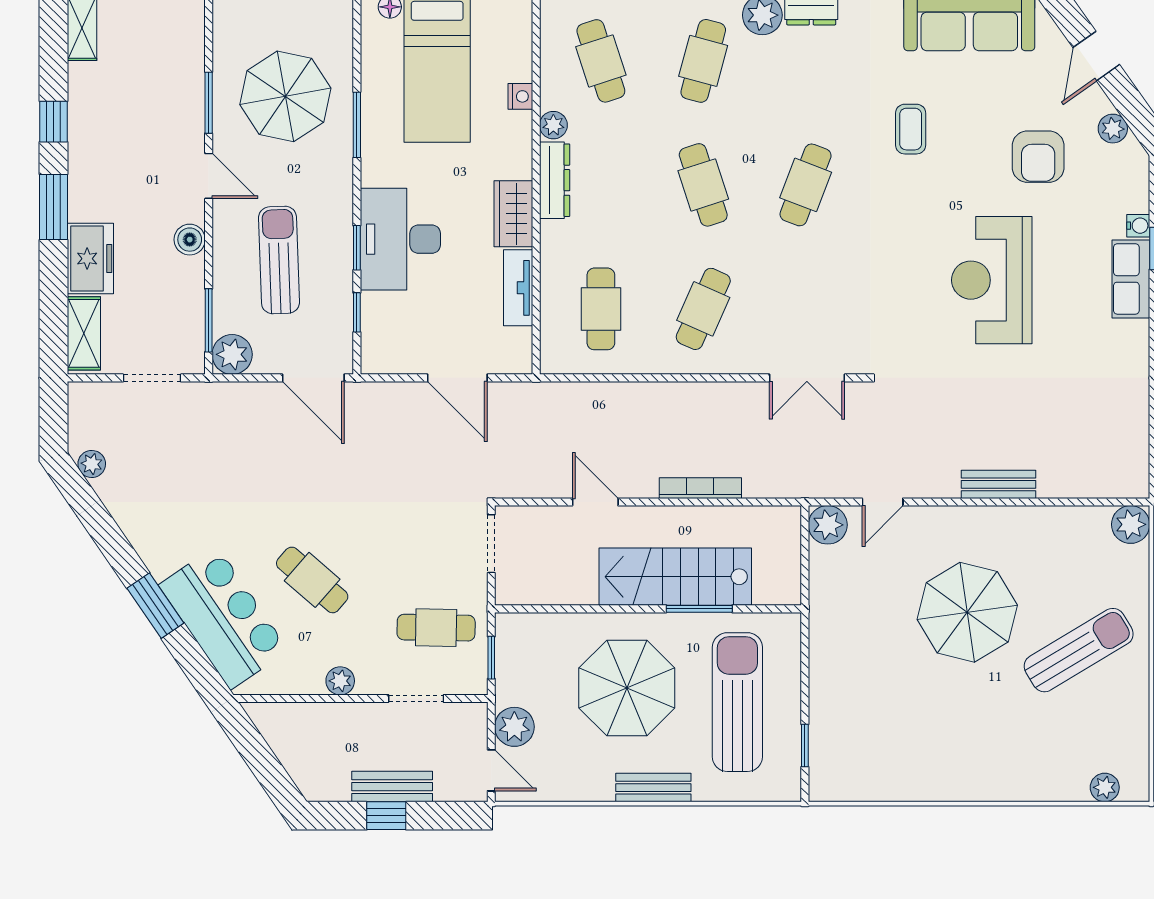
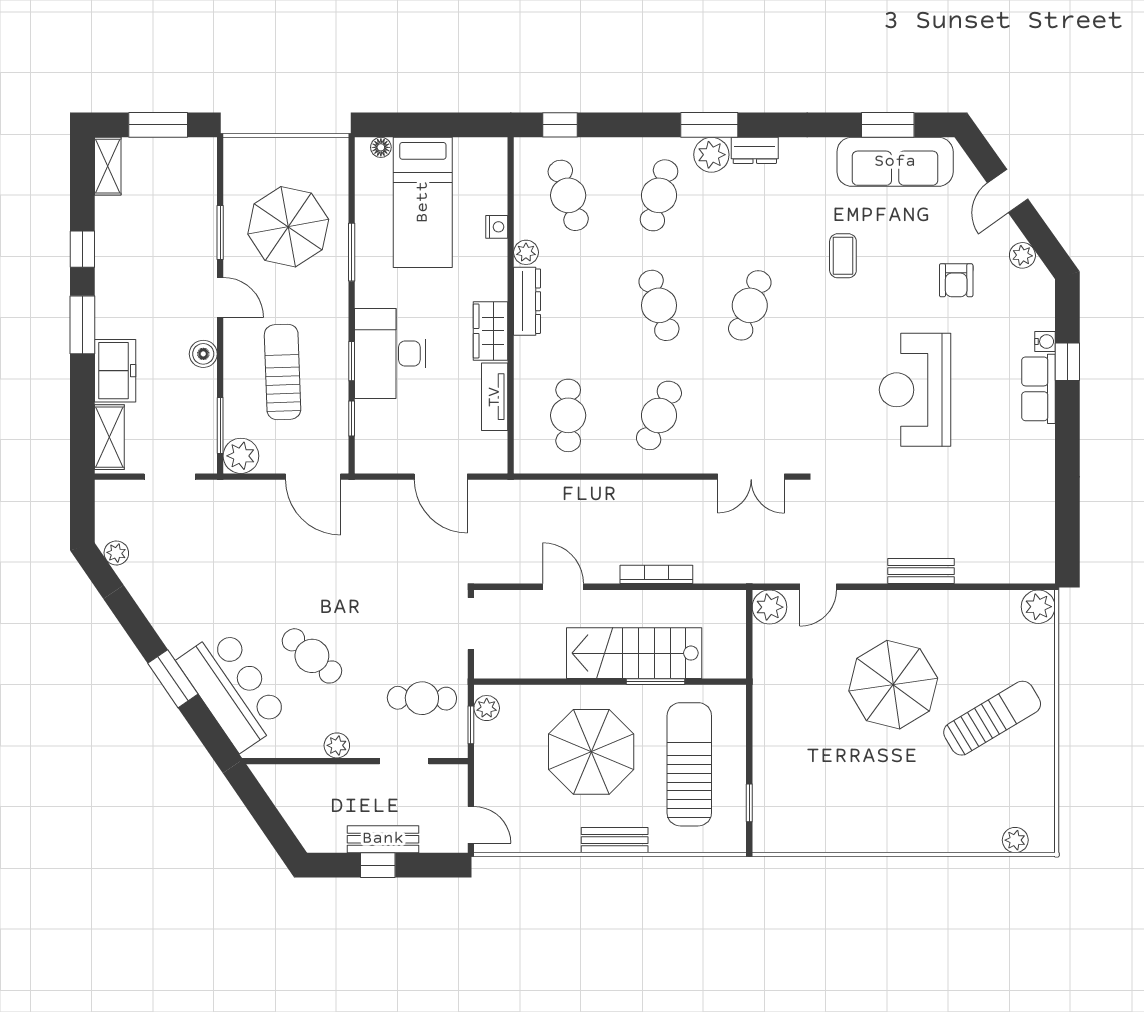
armchair: (1038, 157) -> (956, 280), width x0.72, depth x0.72
plant: (514, 727) -> (487, 708), moved, width x0.73, depth x0.73

